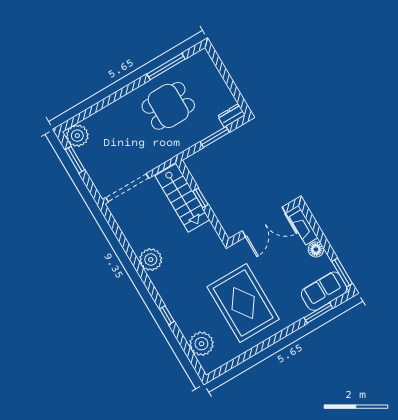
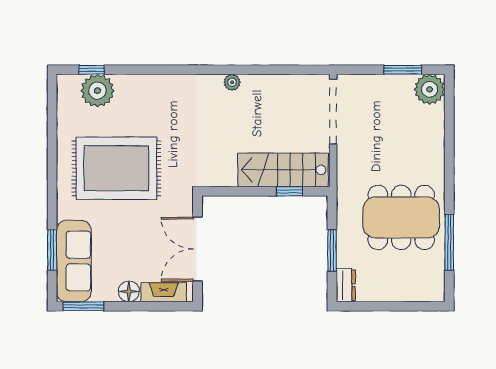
dining table: (168, 106) -> (401, 217), width x1.38
window: (200, 198) -> (290, 191), moved
plant: (151, 260) -> (232, 82), width x0.53, depth x0.53
sofa: (324, 291) -> (74, 261), width x1.36
window: (167, 315) -> (92, 70), moved

